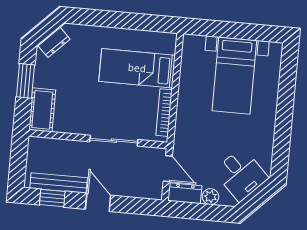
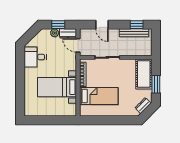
bed with nightstands: (234, 76) -> (57, 87), moved, turned -90
cot: (42, 110) -> (144, 74), width x1.37, depth x1.34
desk: (241, 174) -> (35, 57), moved, turned -45
door: (98, 202) -> (102, 25), moved
window: (202, 212) -> (58, 25), added

